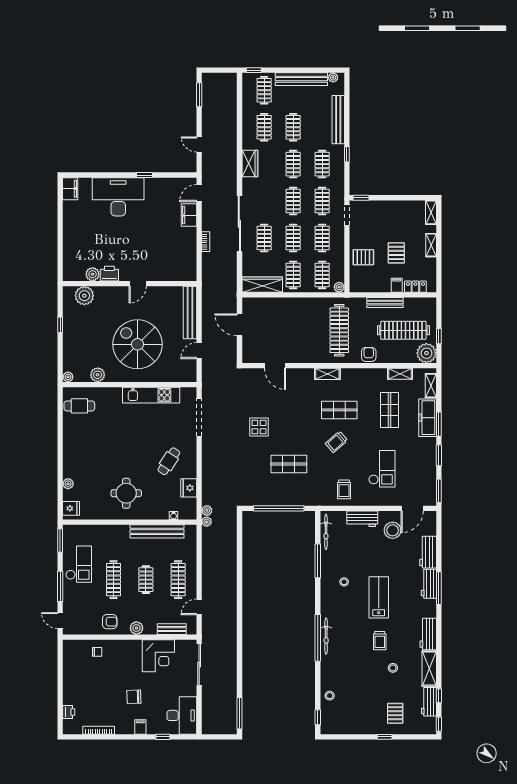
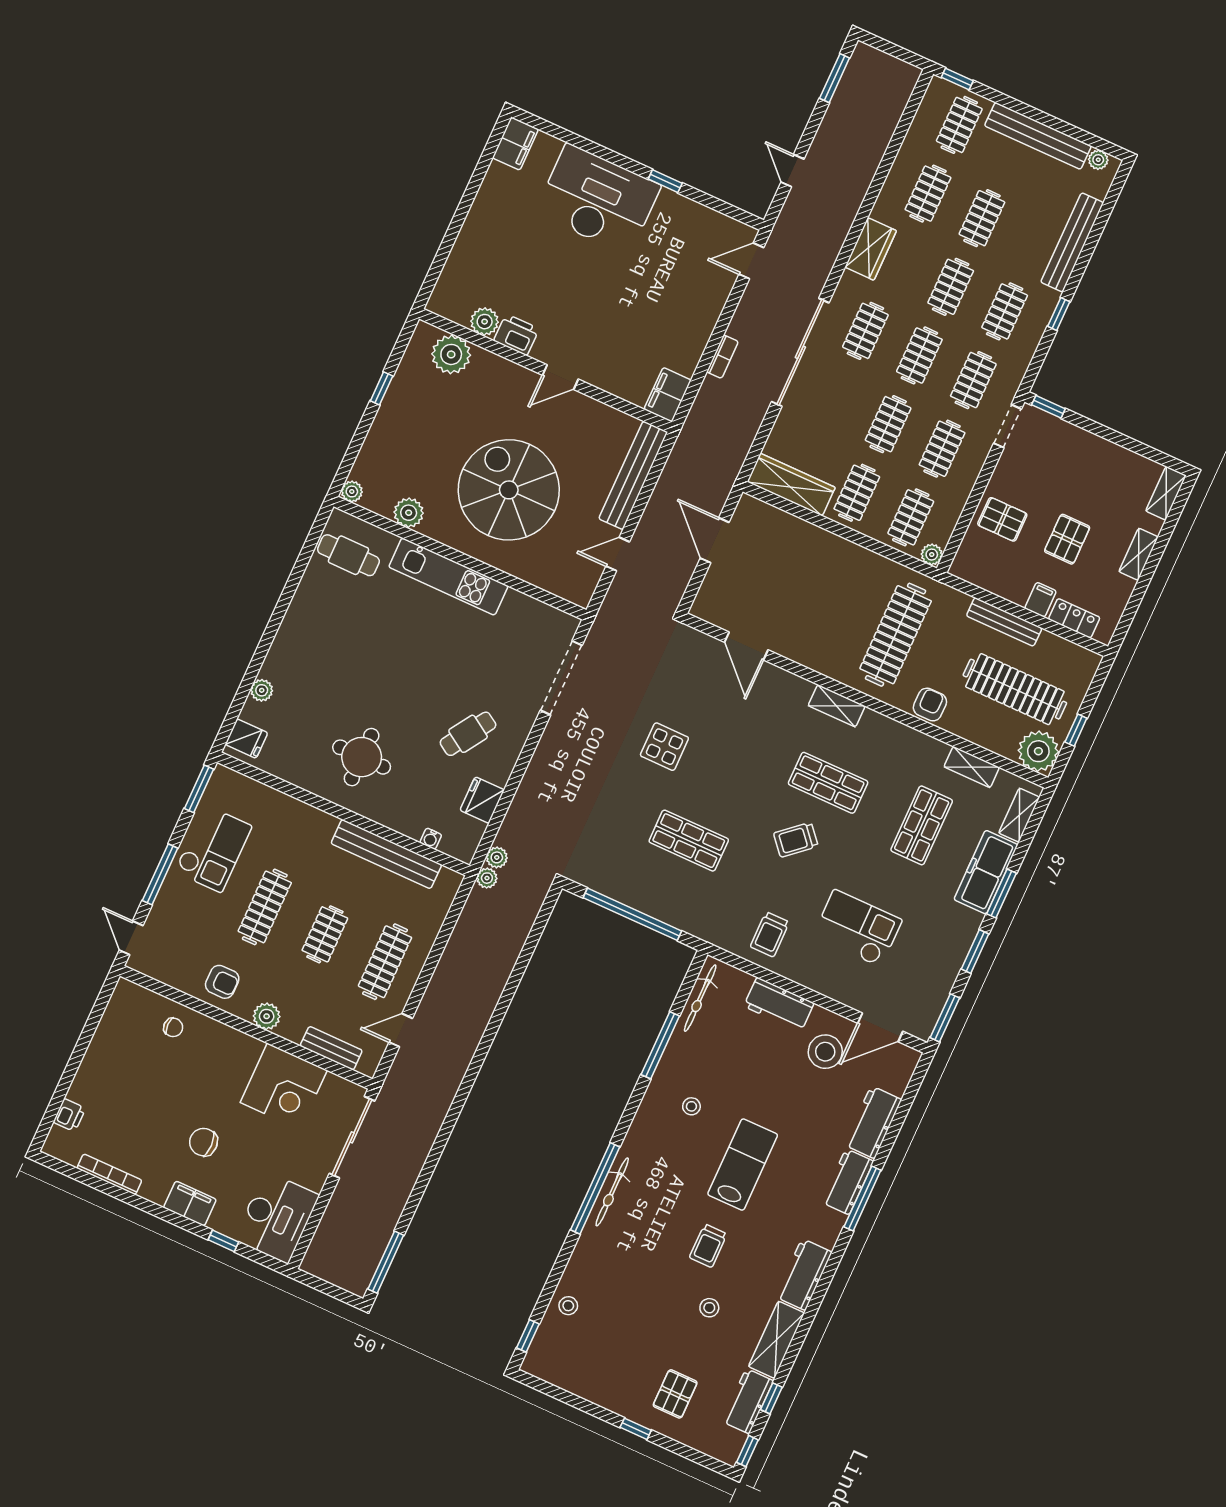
filing cabinet: (189, 215) -> (668, 395), moved
clothes rail: (264, 238) -> (865, 331), moved
kitchen unit: (151, 395) -> (448, 577), moved
checkout: (382, 469) -> (857, 928), turned -90
filing cabinet: (140, 727) -> (190, 1204), width x2.00

